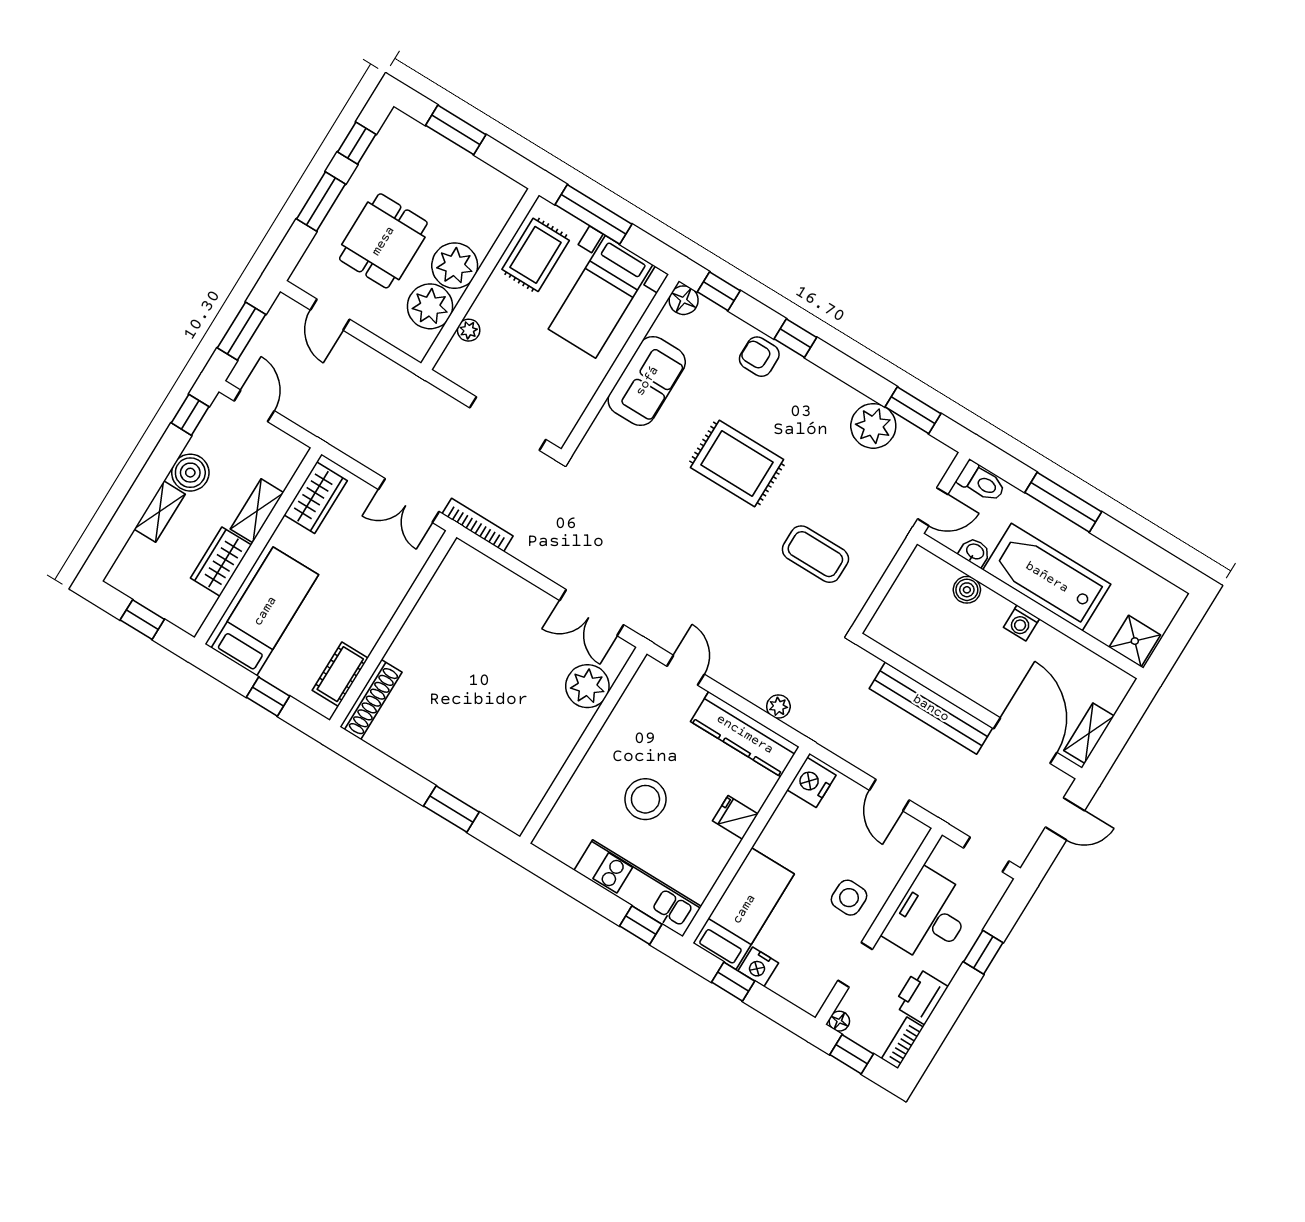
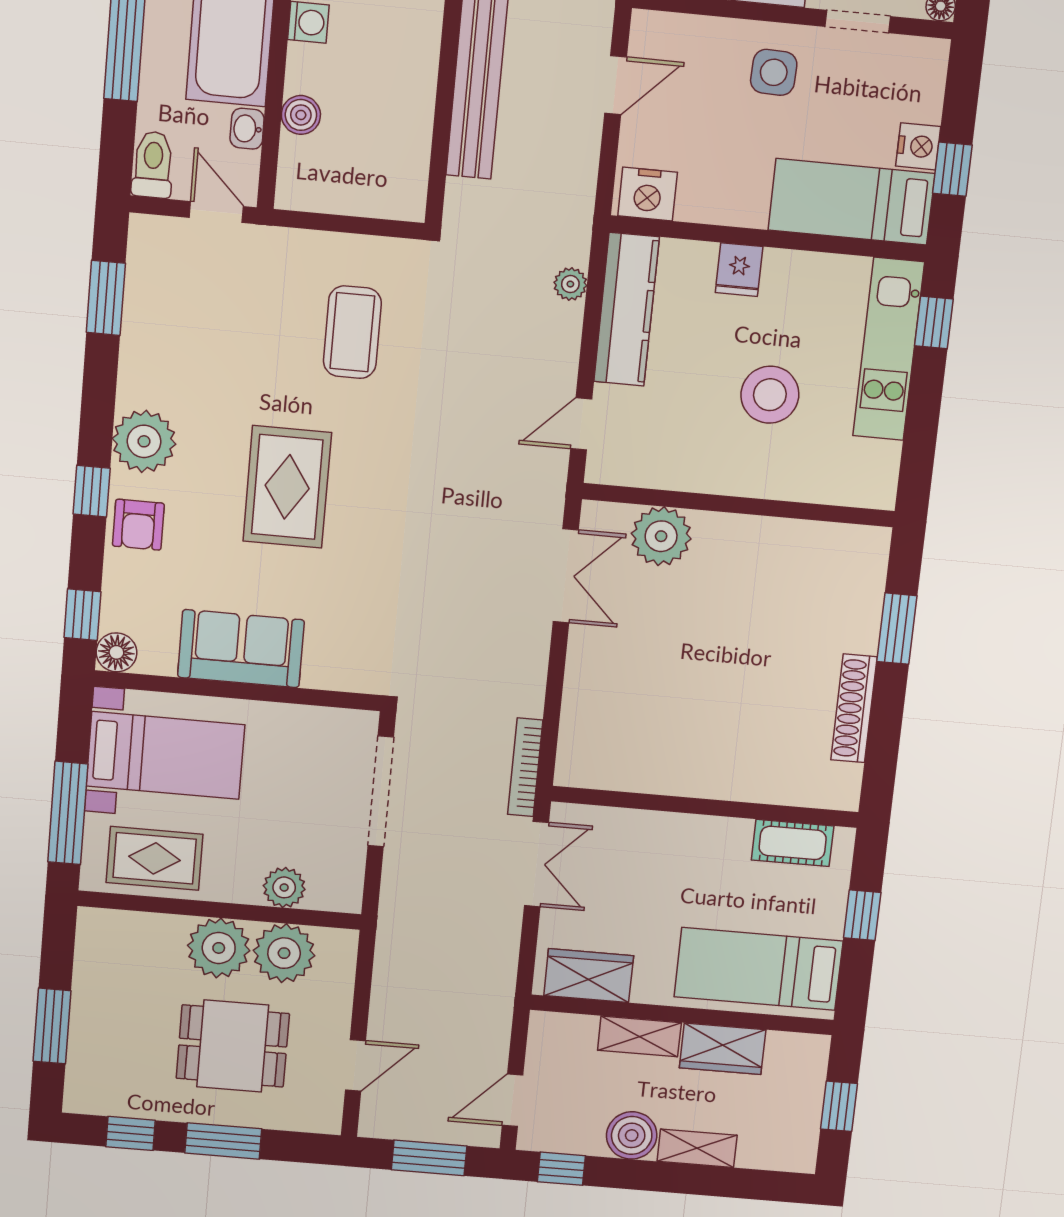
plant: (469, 330) -> (284, 887), width x1.38, depth x1.38
plant: (873, 426) -> (144, 441), moved
shoe rack: (371, 700) -> (854, 708), moved, turned -90

